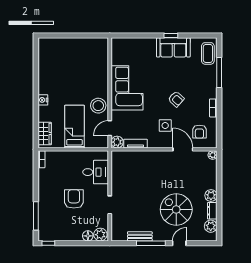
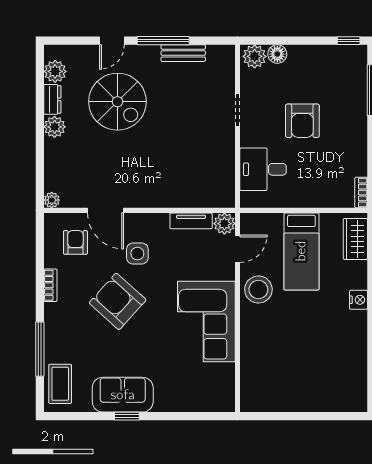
armchair: (176, 99) -> (118, 301), width x1.88, depth x1.88

